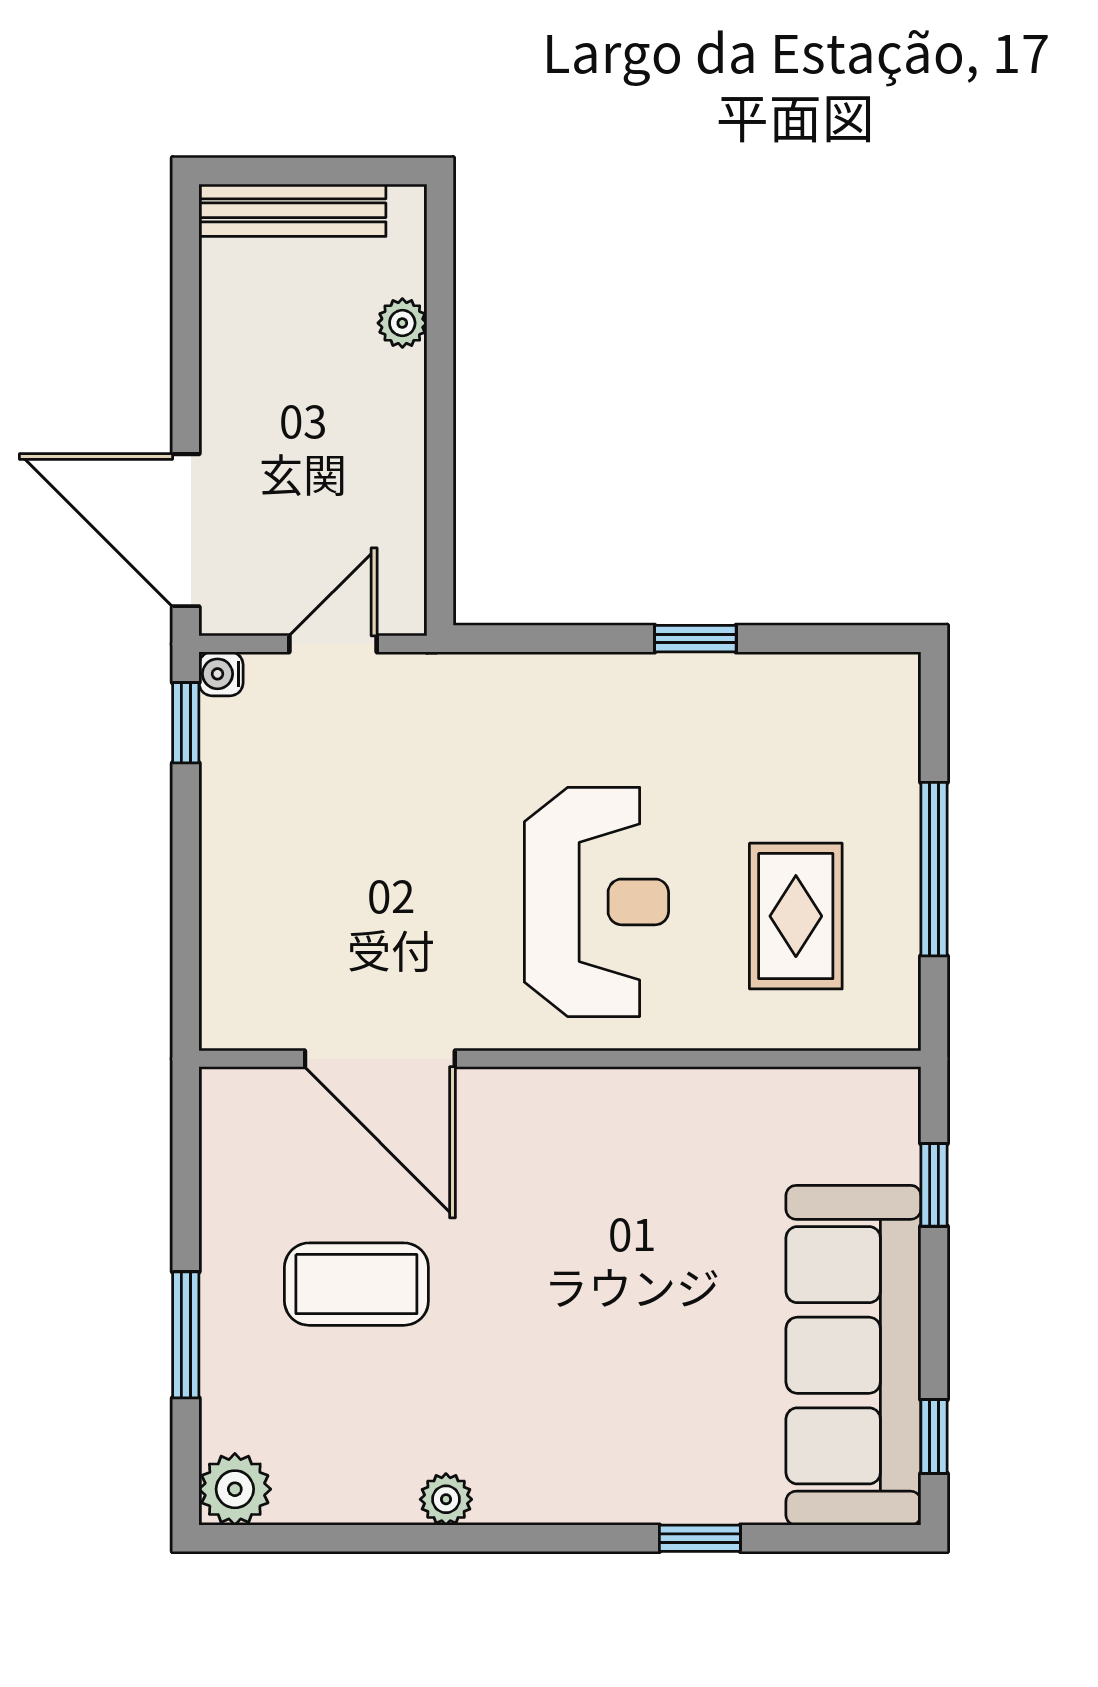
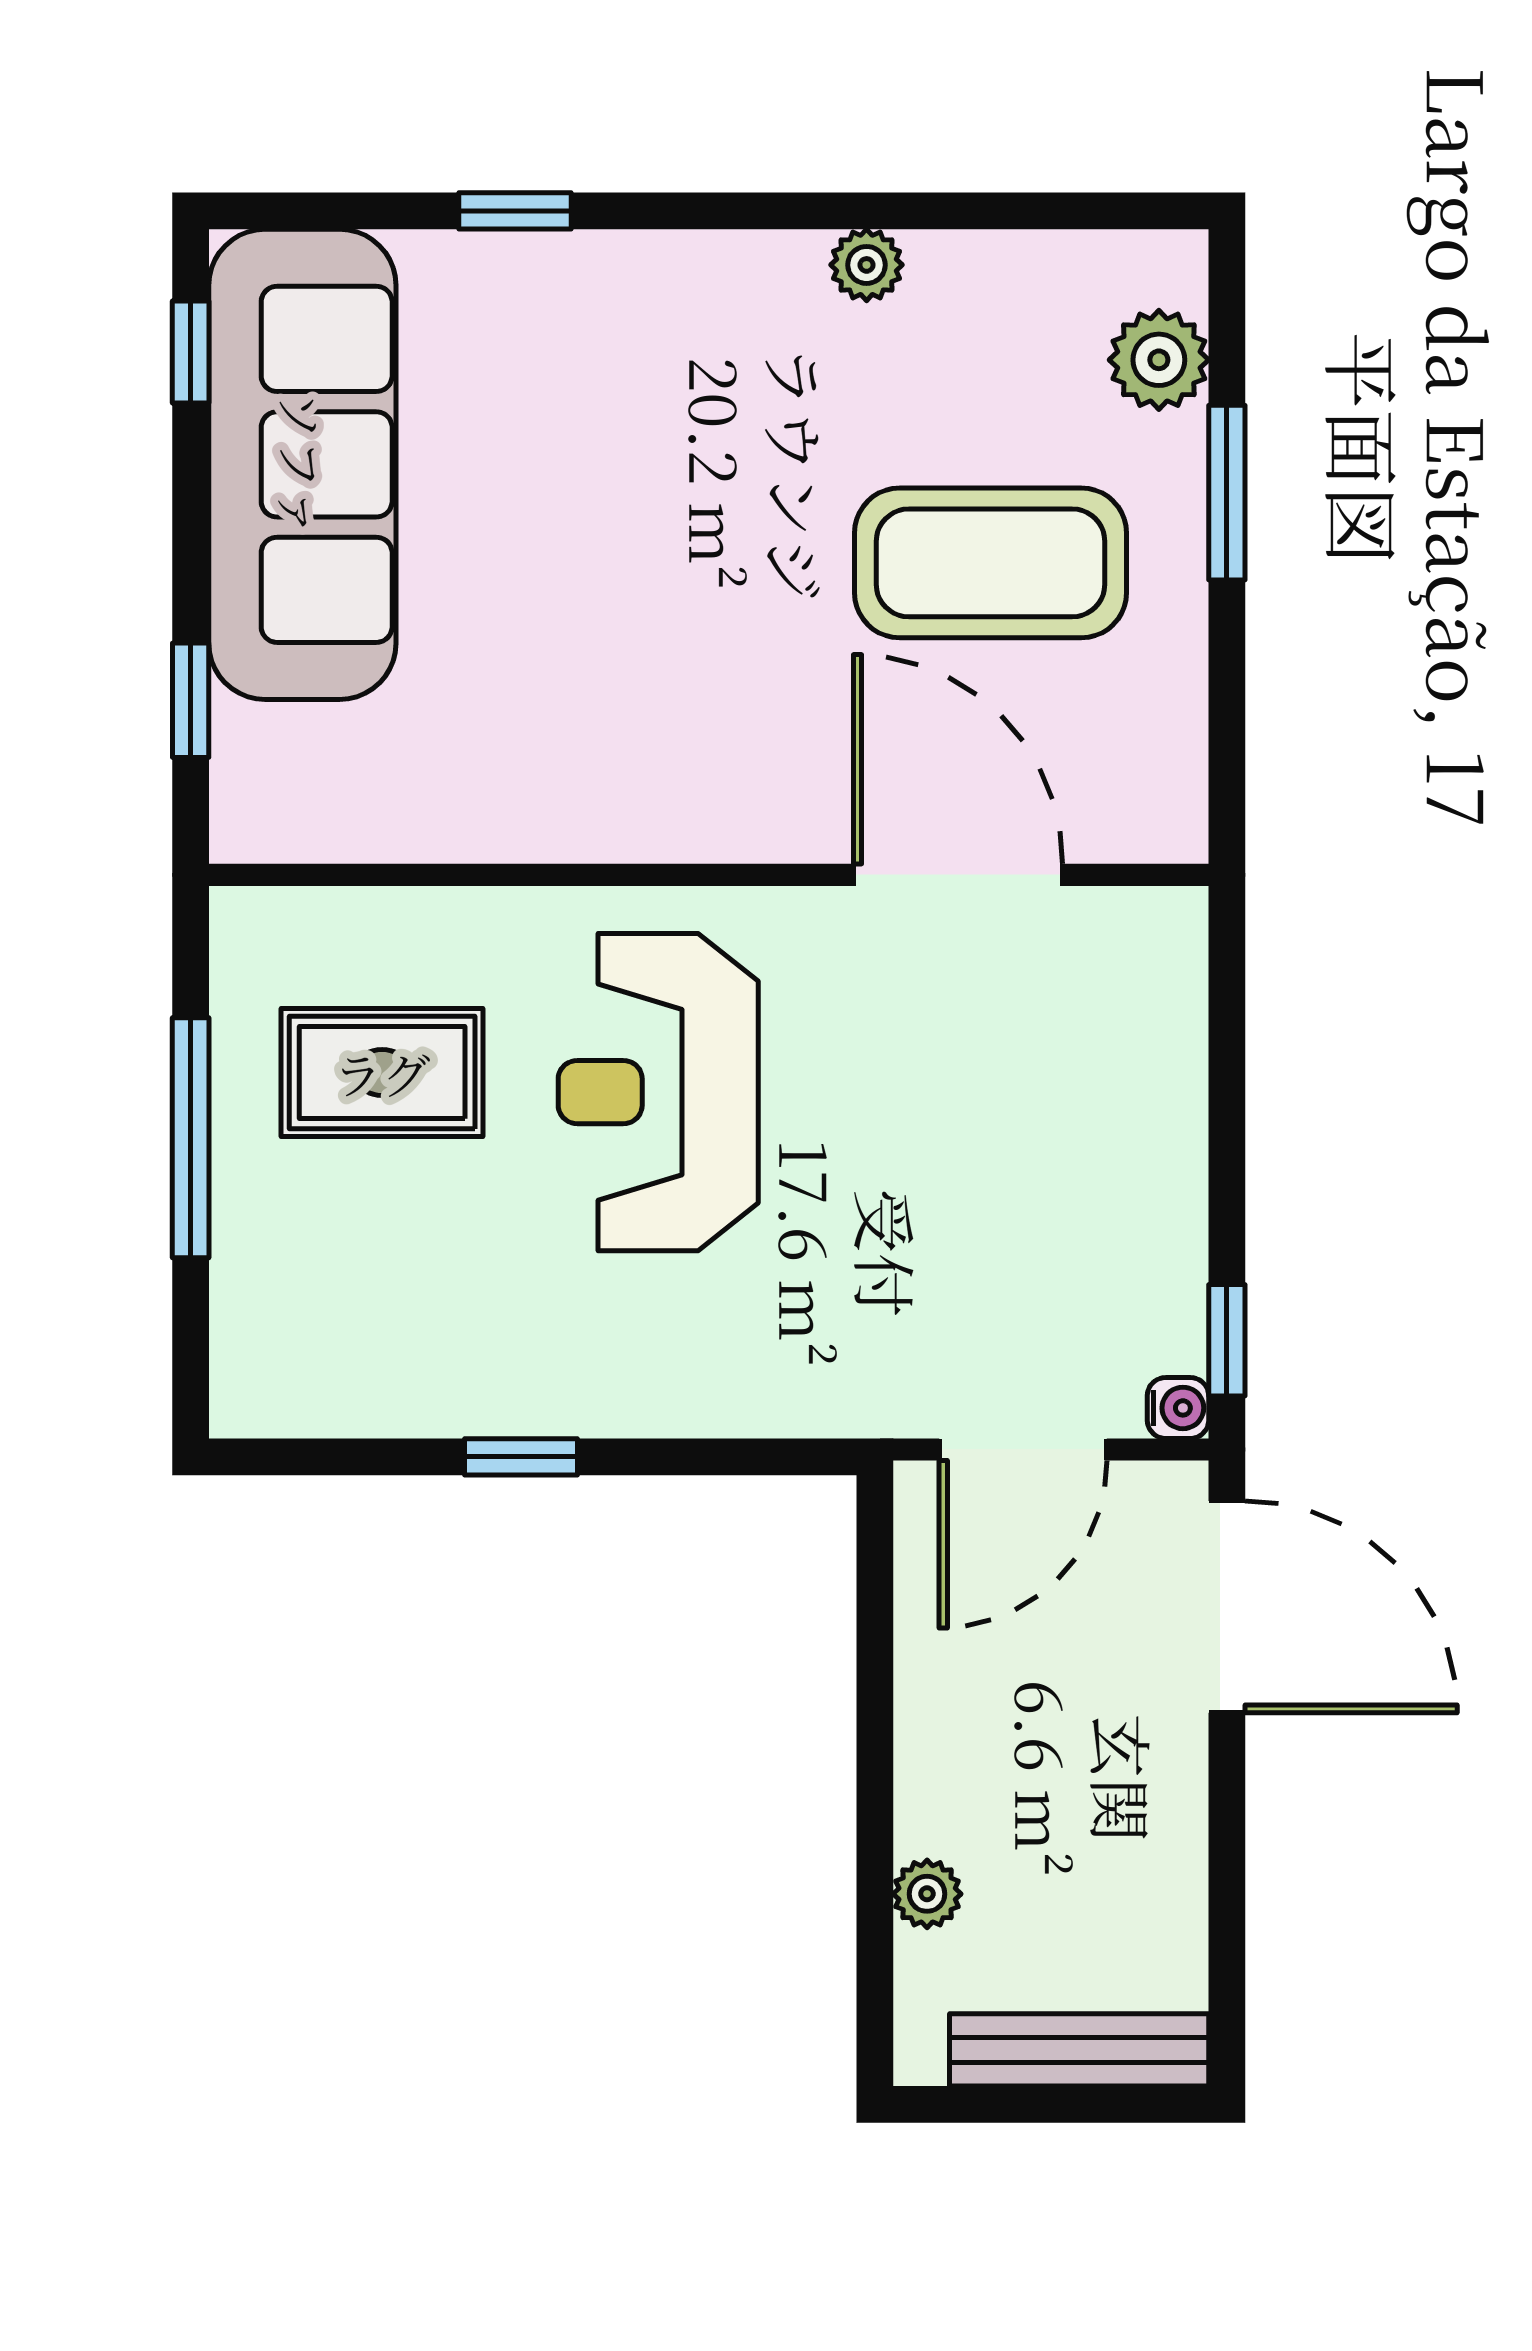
door: (333, 644) -> (1023, 1449), width x1.38
rug: (796, 916) -> (382, 1073), turned 90
coffee table: (356, 1284) -> (991, 563), width x1.36, depth x1.32
plant: (235, 1489) -> (1159, 360), moved

